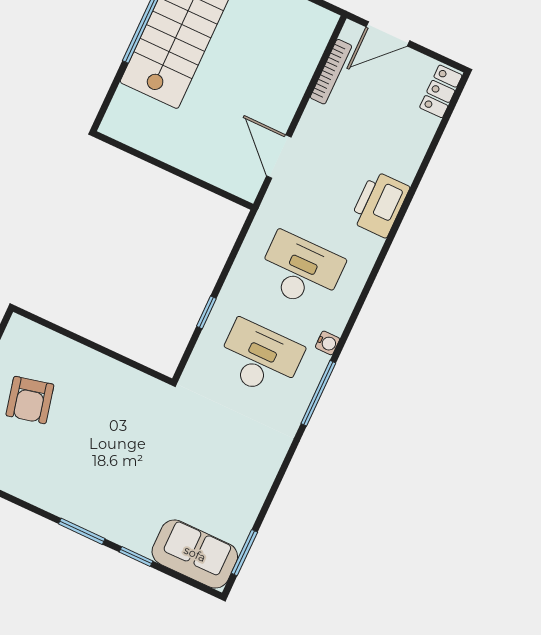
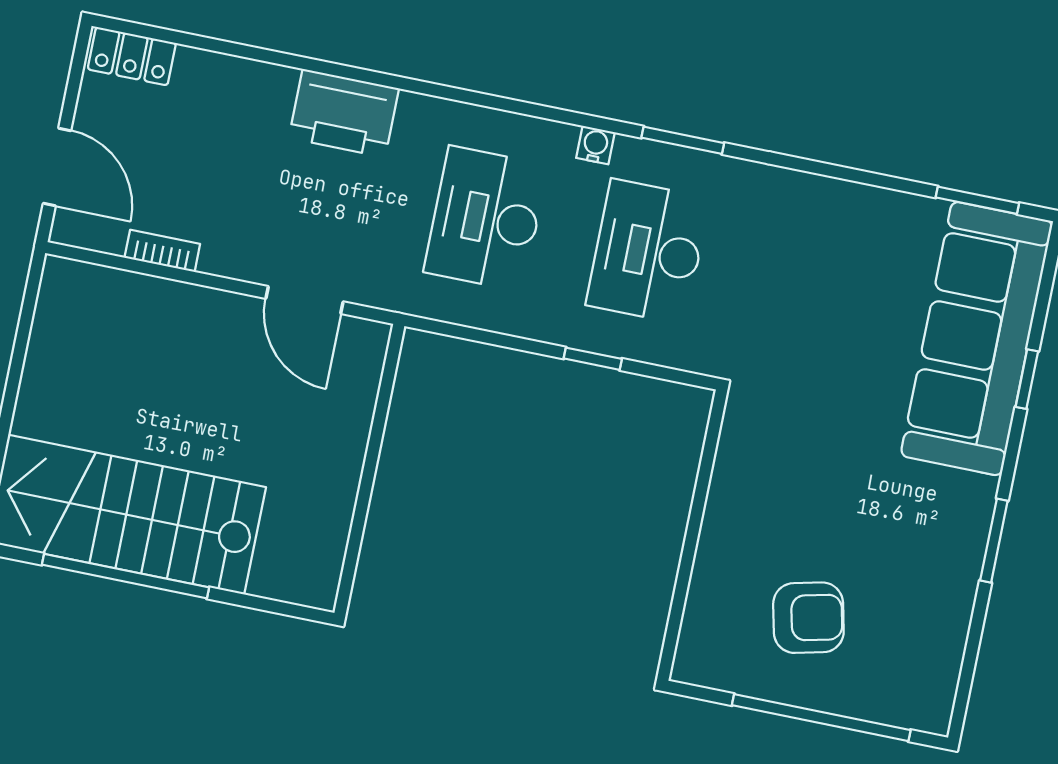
bookcase: (331, 72) -> (162, 251), width x0.64
door: (279, 157) -> (304, 300), hinge flipped
window: (318, 393) -> (683, 140), width x0.69
window: (82, 531) -> (994, 541), moved
sofa: (195, 554) -> (977, 339), width x1.85, depth x1.27

